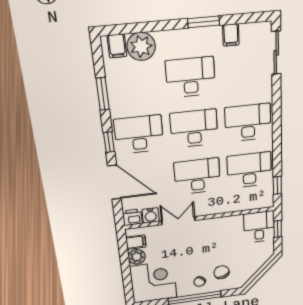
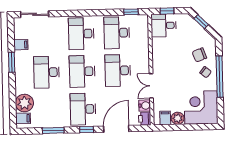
window: (264, 269) -> (201, 22), added

